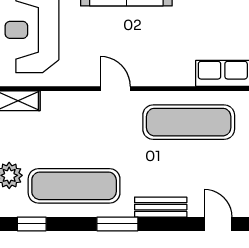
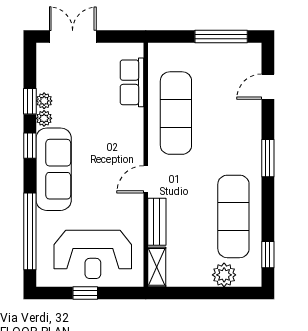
bench: (161, 207) -> (157, 222), moved
window: (117, 224) -> (268, 158), moved

